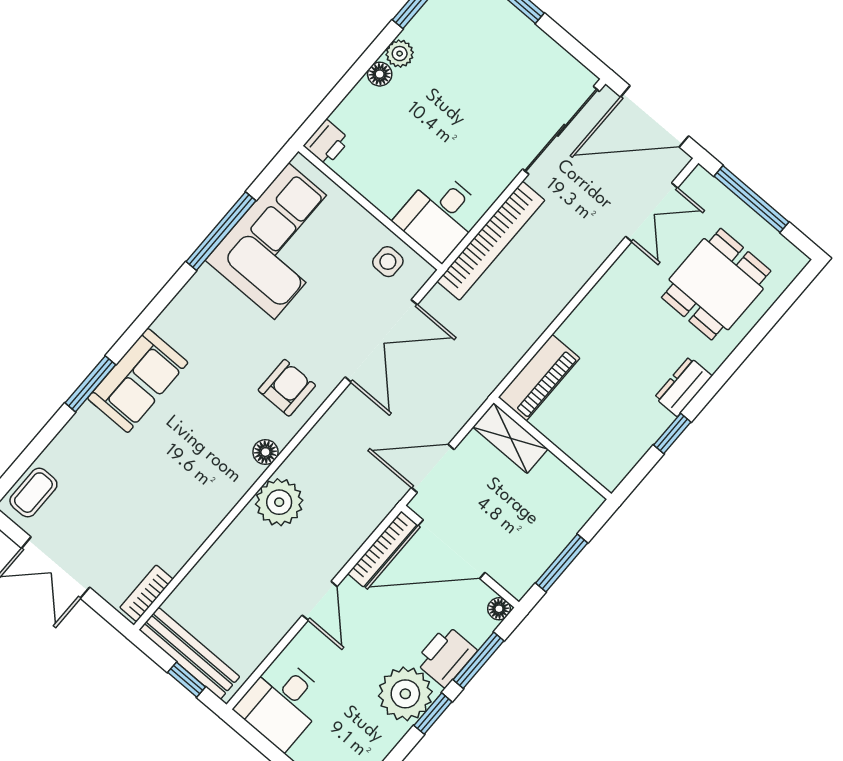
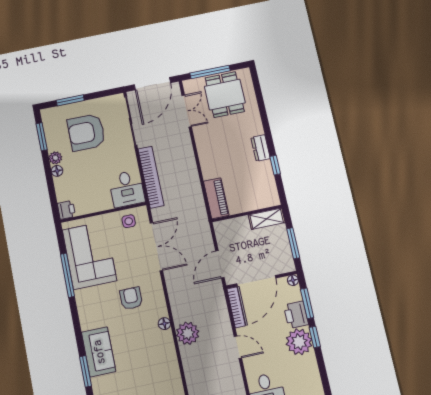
armchair: (483, 71) -> (86, 132), added
dining table: (716, 284) -> (225, 95), moved
armchair: (287, 388) -> (131, 298), moved
shelving: (510, 438) -> (267, 219), moved

